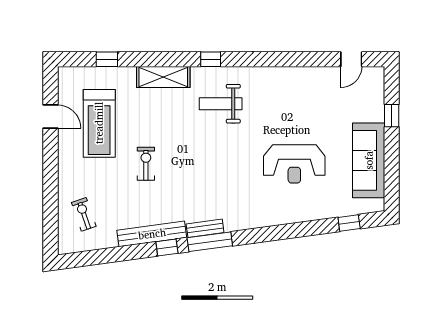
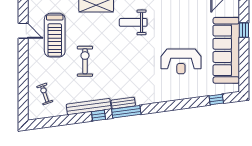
sofa: (369, 160) -> (226, 50), width x1.36, depth x1.27
exercise bike: (146, 164) -> (85, 61), width x1.38, depth x1.39

